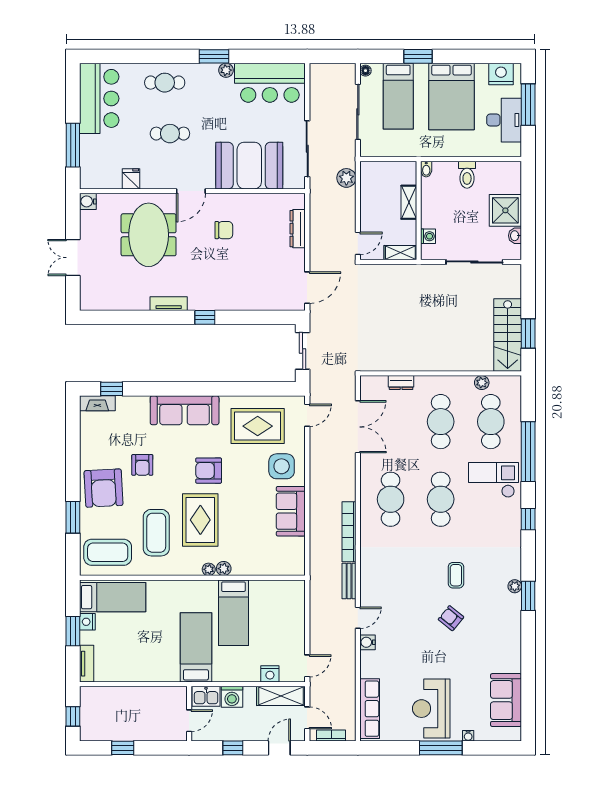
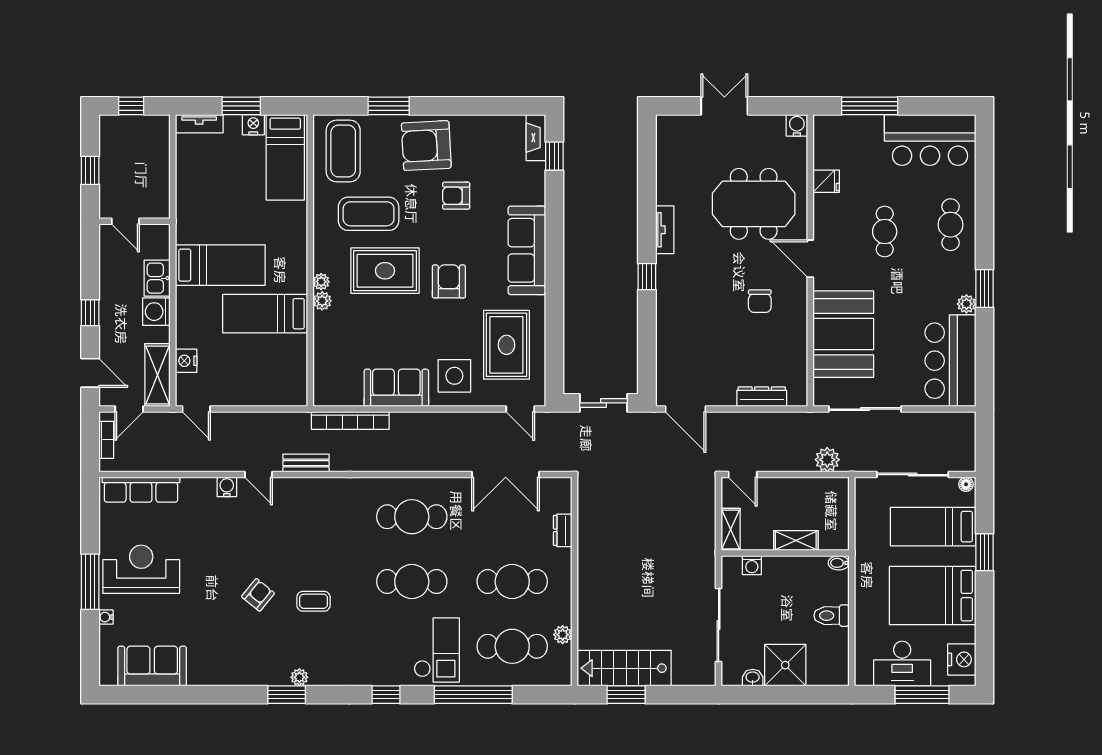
bookcase: (349, 532) -> (350, 420), moved, turned 180
wall: (189, 714) -> (134, 221), moved
door: (189, 721) -> (125, 221), moved

